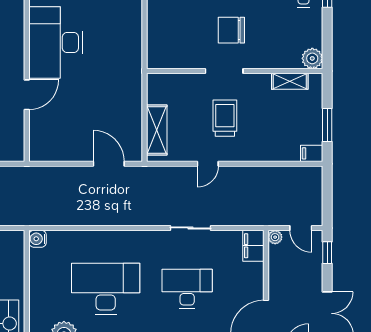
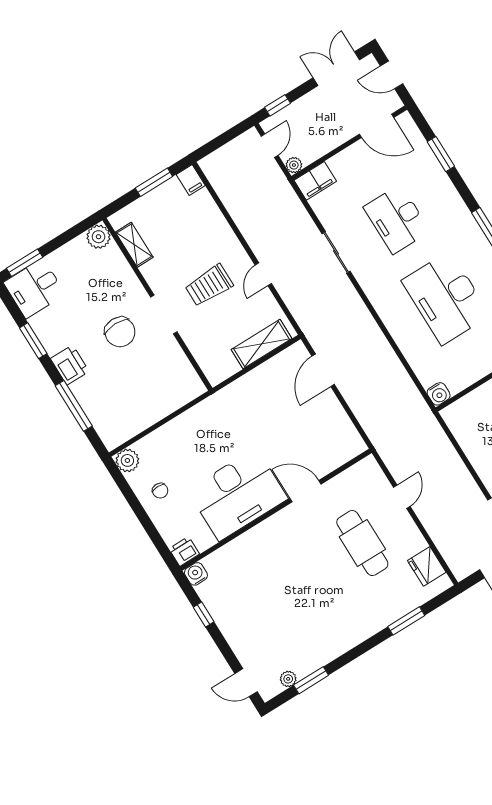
door: (208, 164) -> (263, 274), swing flipped

